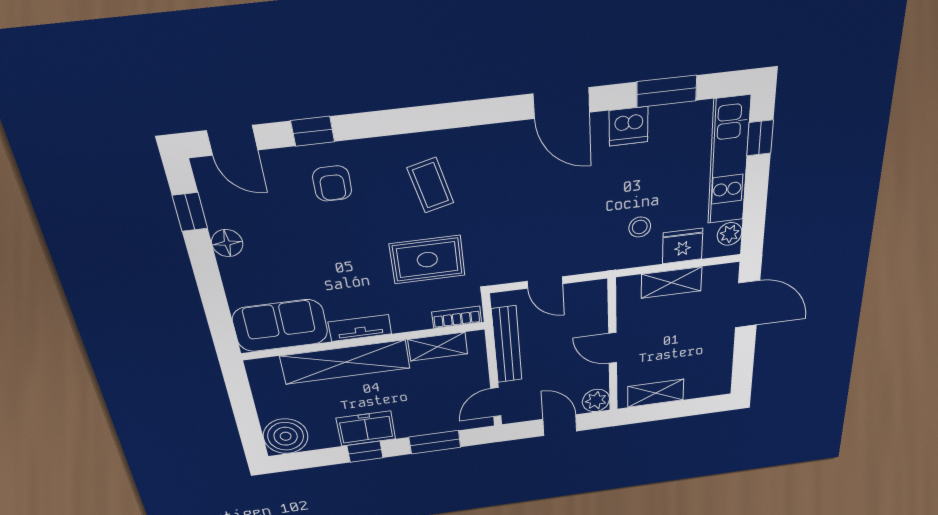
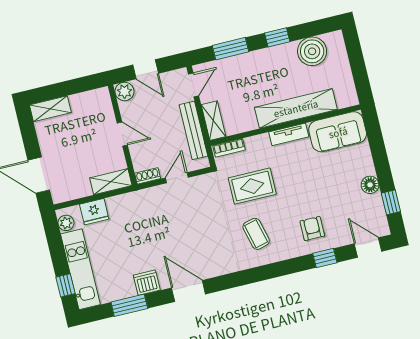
stool: (640, 227) -> (125, 221), removed
door: (545, 282) -> (177, 178), hinge flipped
shelving: (671, 283) -> (111, 182), moved
shoe rack: (589, 289) -> (148, 176), added
shelving: (438, 347) -> (213, 121), moved, turned 90
shelving: (656, 393) -> (50, 109), moved
freezer: (366, 429) -> (278, 57), removed
boiler: (286, 436) -> (312, 51), moved

